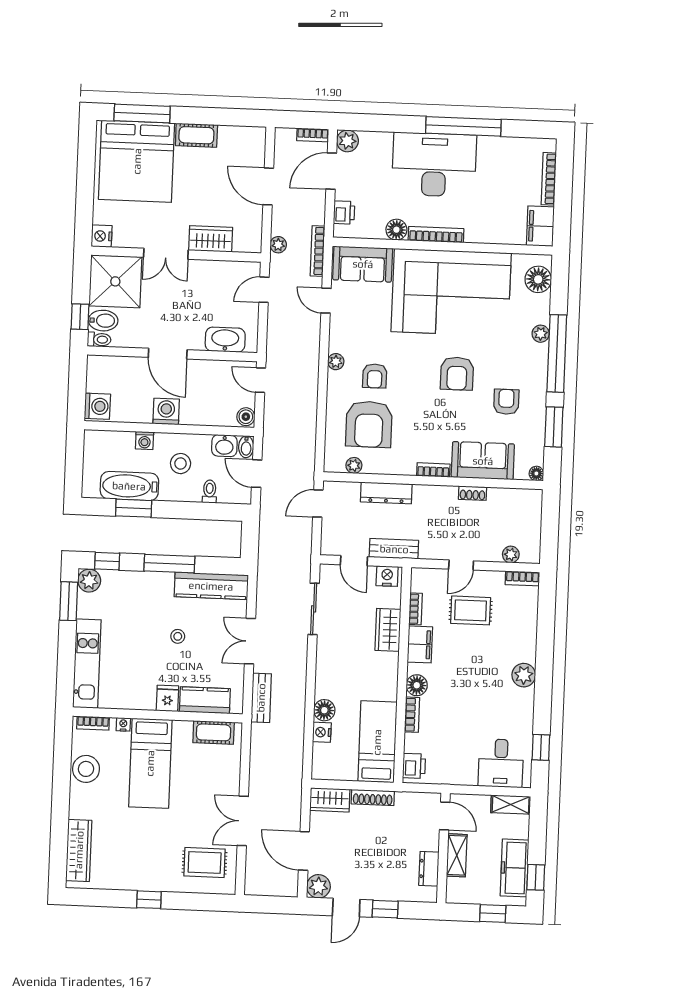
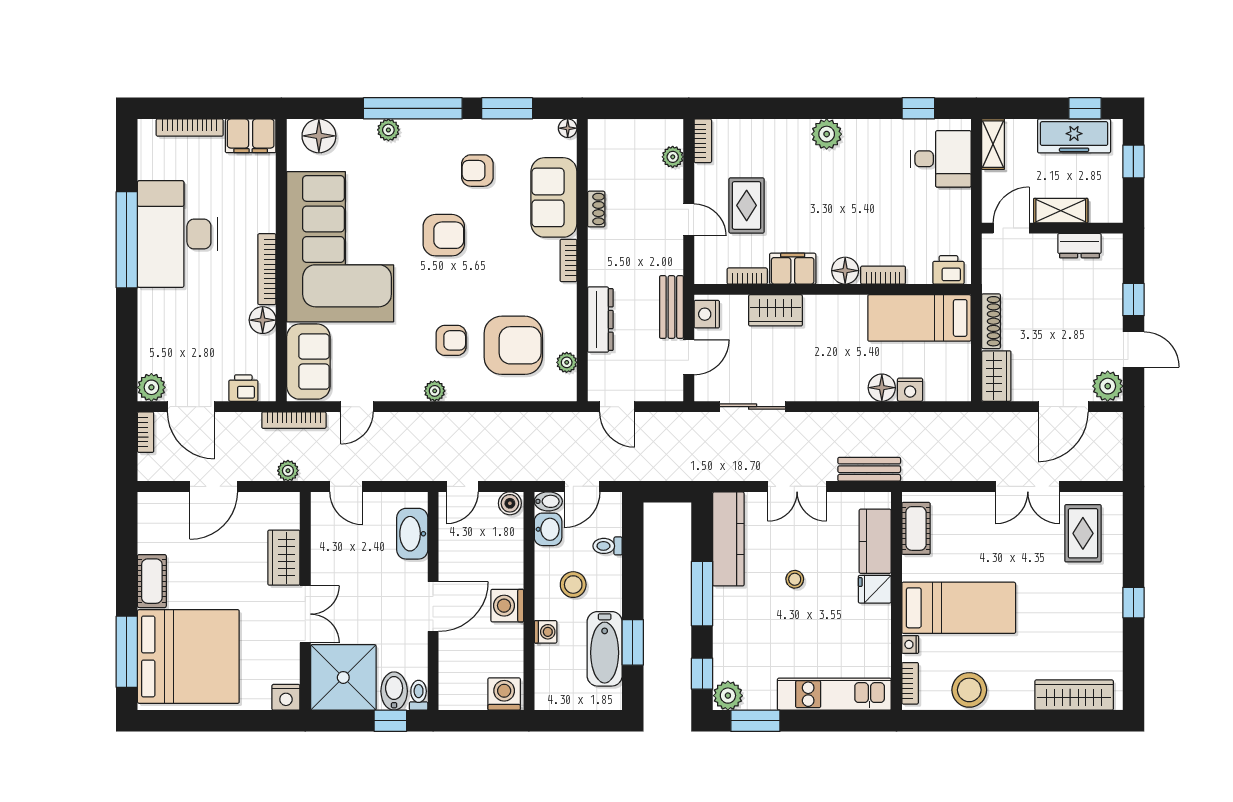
desk: (434, 165) -> (177, 234), moved

